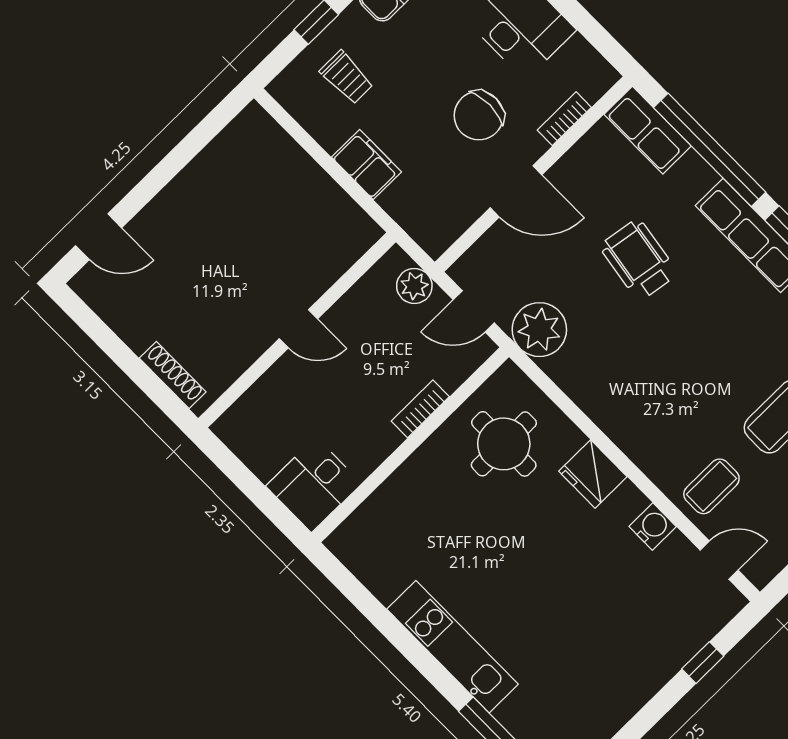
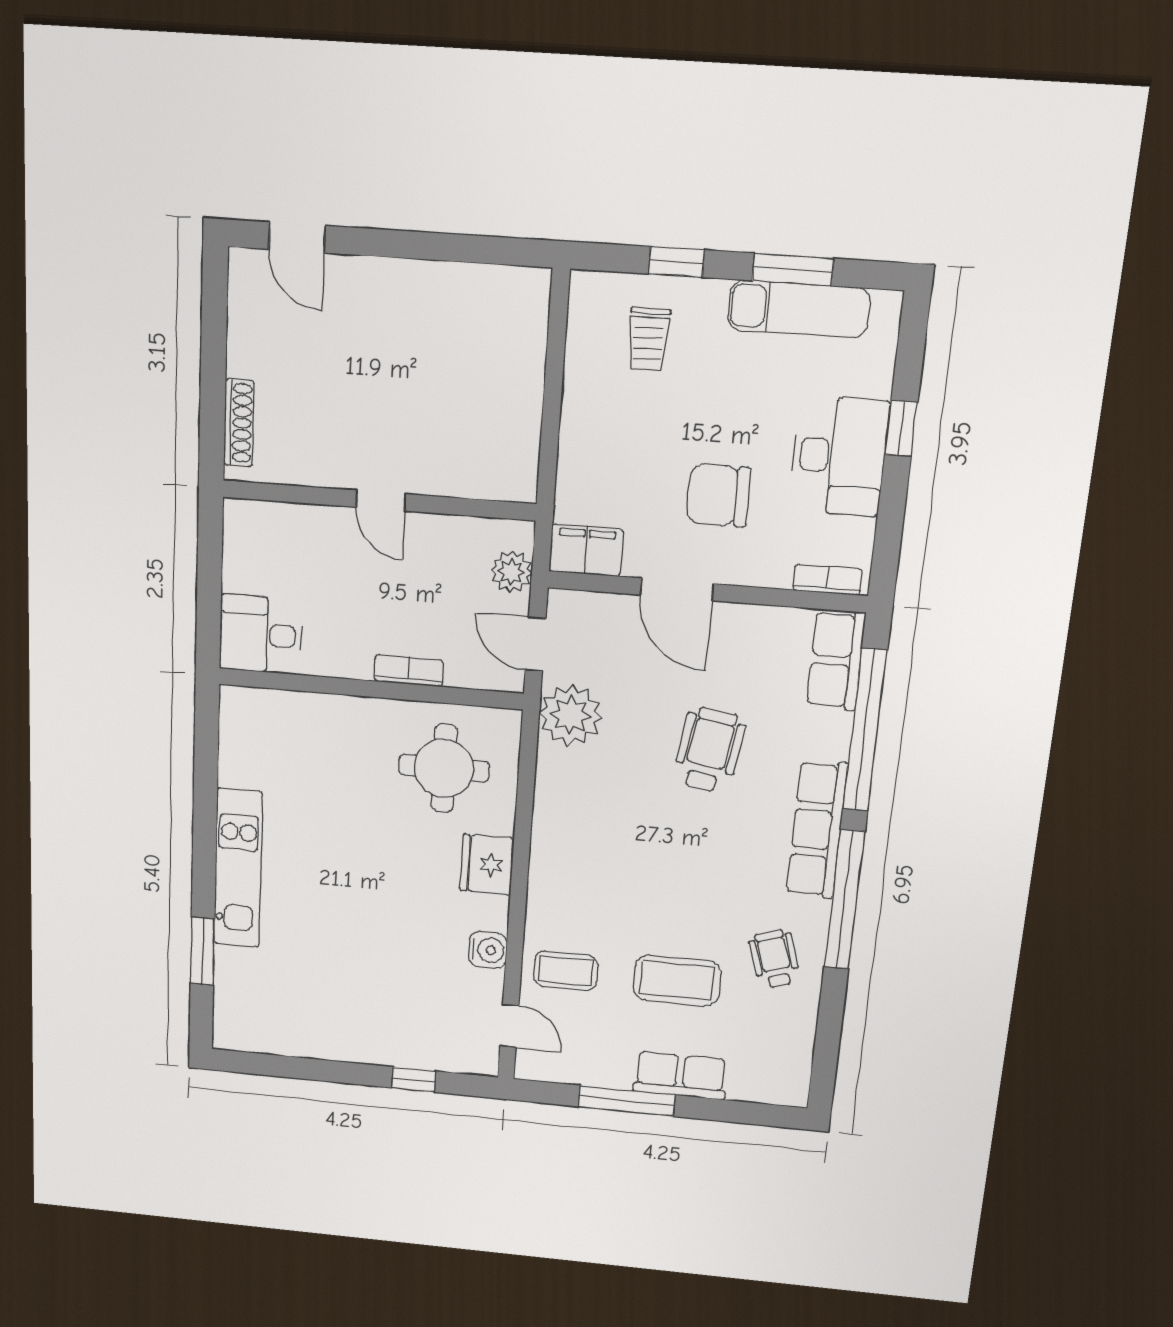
bookcase: (564, 119) -> (827, 580), moved
filing cabinet: (366, 165) -> (586, 550), moved, turned -90

